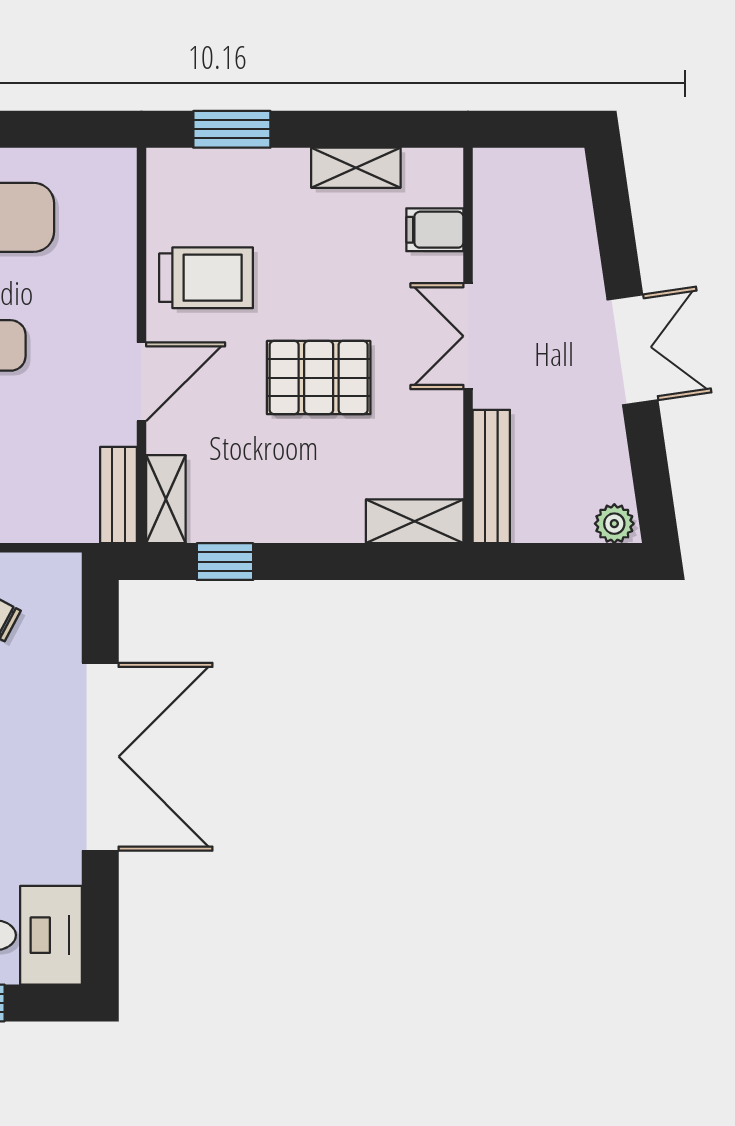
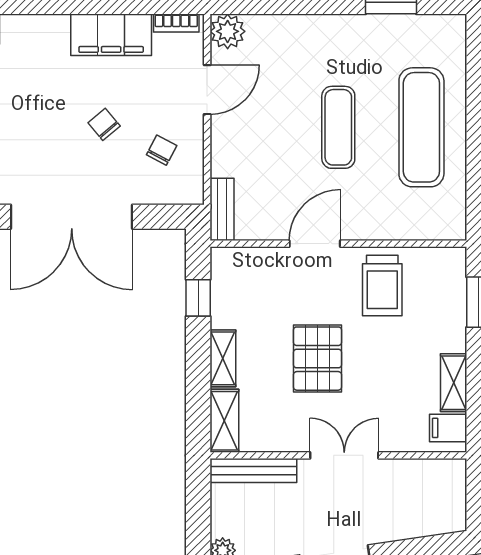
filing cabinet: (435, 230) -> (448, 428), moved, turned -90
door: (142, 382) -> (315, 244), swing flipped
bench: (119, 495) -> (222, 209), moved, turned 90
shelving: (166, 499) -> (223, 358), moved, turned 90

